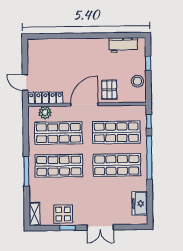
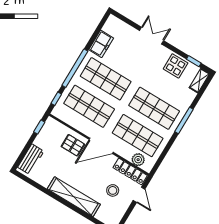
workbench: (123, 45) -> (31, 159), moved, turned 90
shelving: (81, 46) -> (74, 197), added
window: (148, 63) -> (39, 127), moved
stool: (137, 81) -> (113, 190), moved
pallet: (109, 90) -> (73, 145), turned 90
freezer: (140, 204) -> (101, 44), moved
window: (67, 228) -> (194, 61), moved

